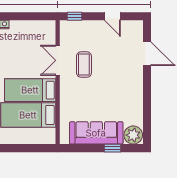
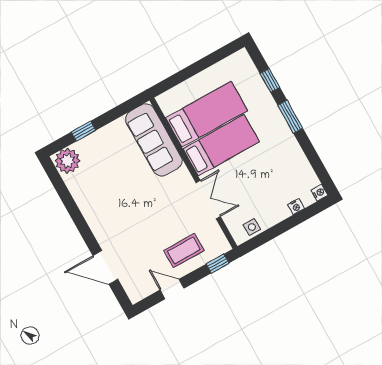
side table: (40, 27) -> (252, 227), added
coffee table: (84, 65) -> (184, 250), moved, turned 90
sofa: (96, 133) -> (154, 140), moved, turned 90

